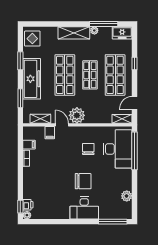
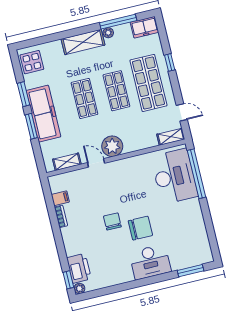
shop shelf: (65, 75) -> (84, 98), width x0.70, depth x0.74
window: (20, 98) -> (31, 126), moved
door: (134, 103) -> (182, 112), swing flipped
filing cabinet: (50, 133) -> (83, 177), removed
chair: (88, 149) -> (112, 221), moved
plant: (127, 196) -> (200, 233), removed
printer: (28, 205) -> (79, 268), width x1.87, depth x1.48
window: (113, 222) -> (191, 271), width x0.69

